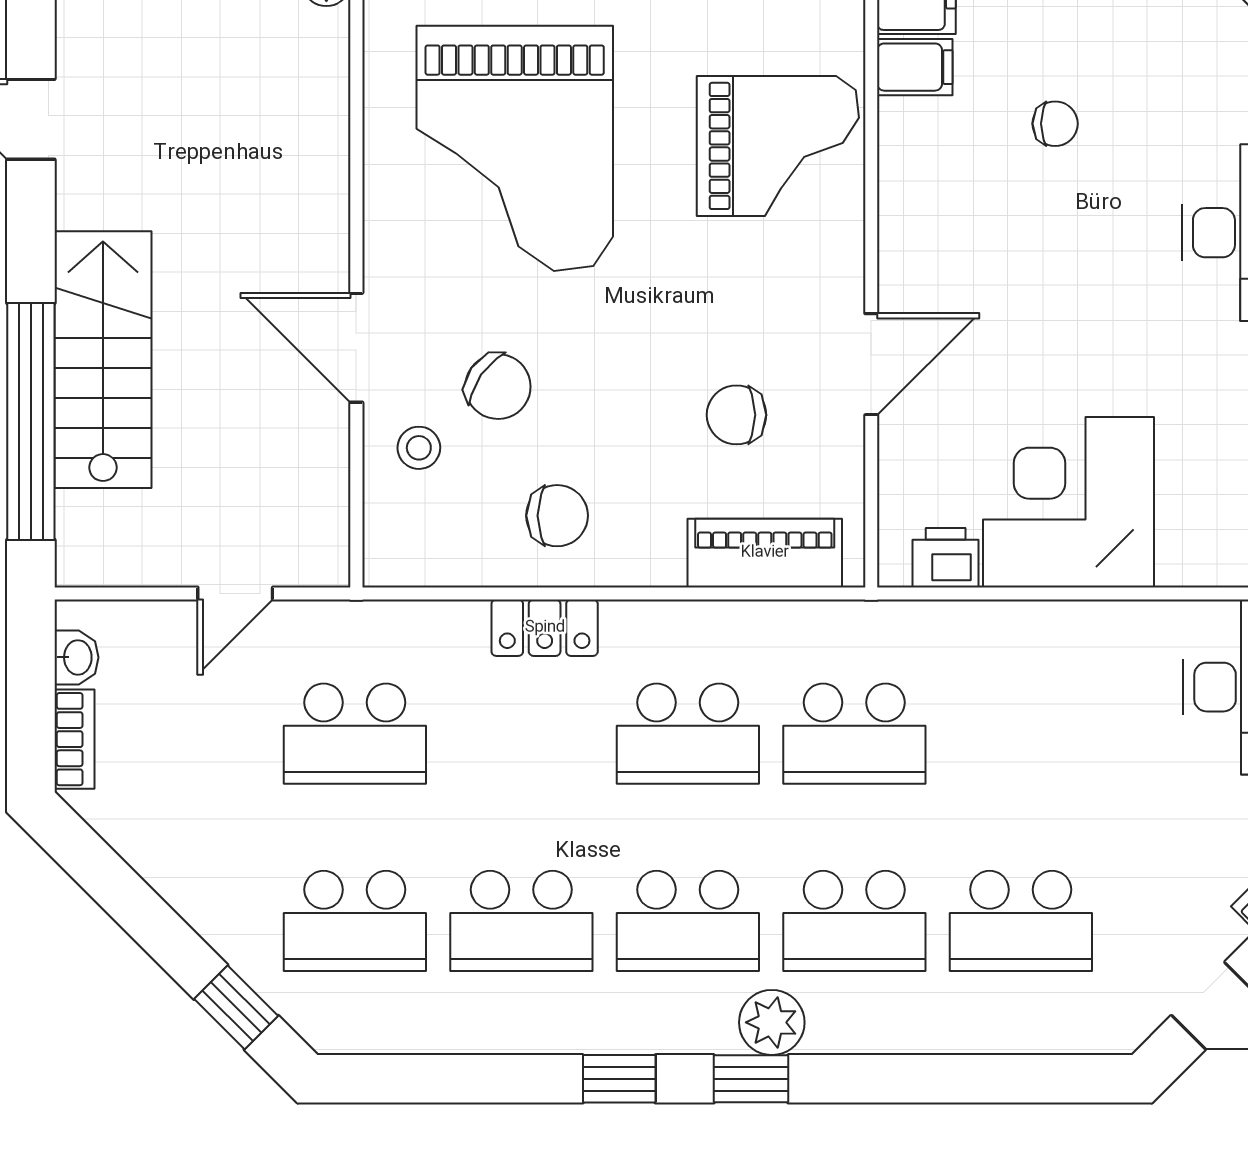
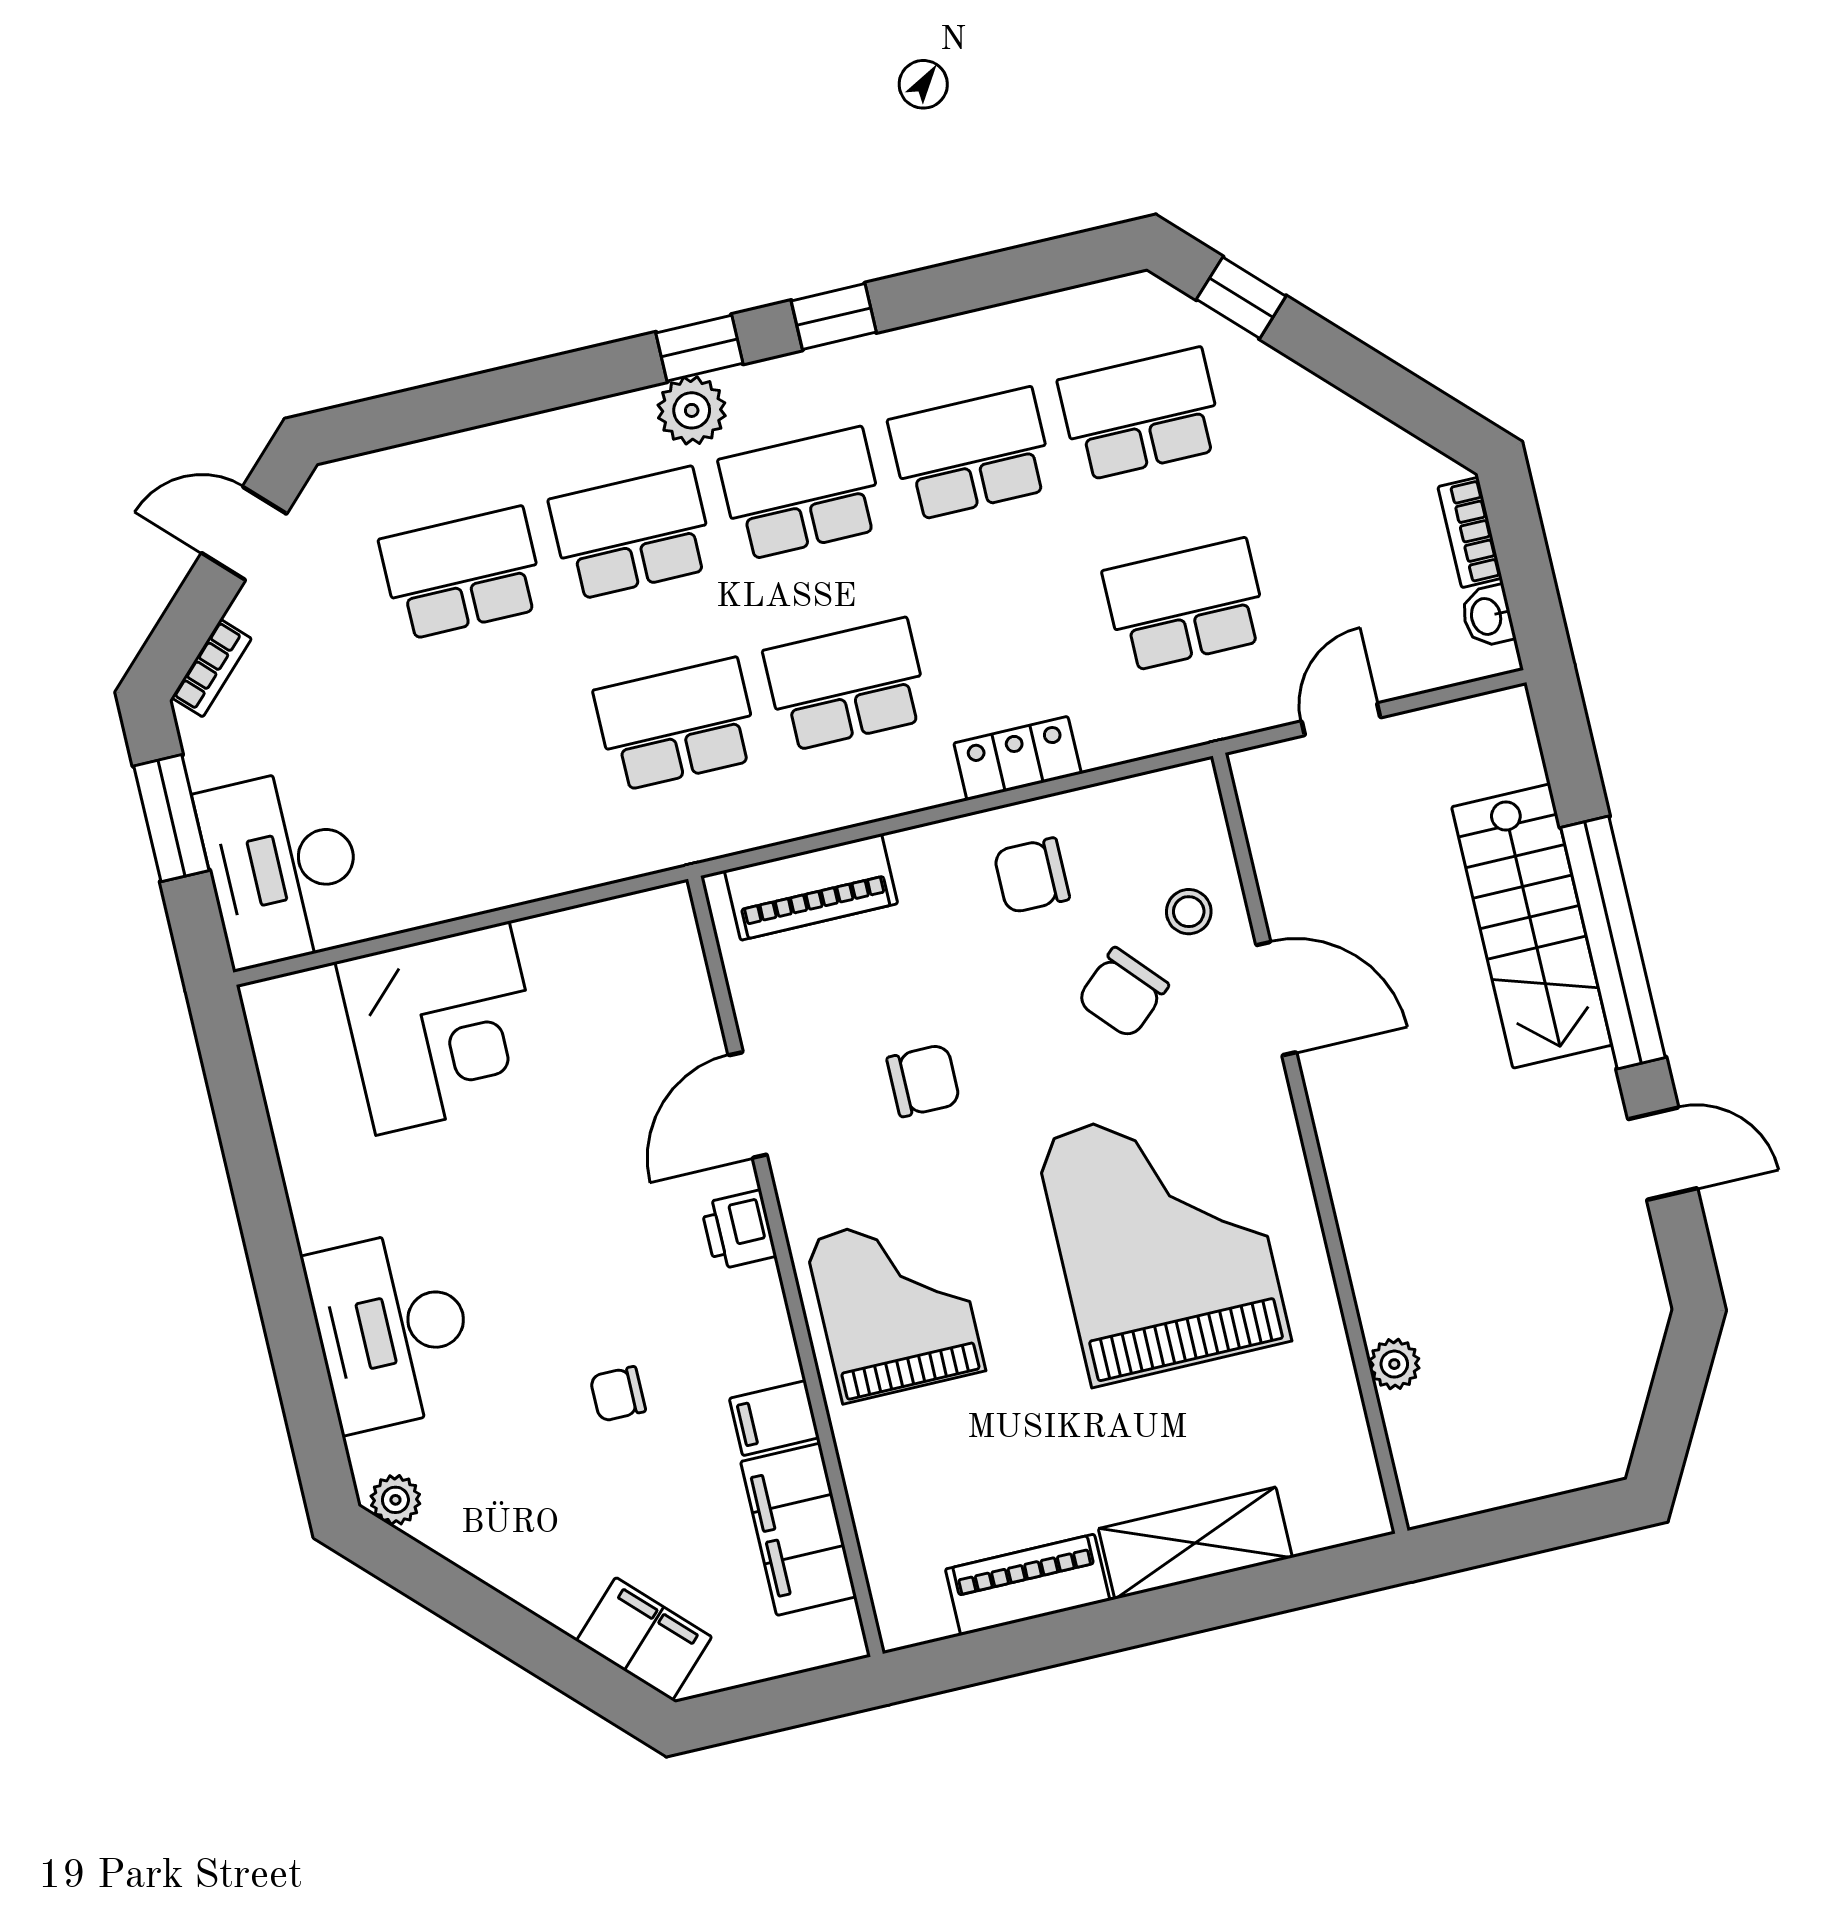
grand piano: (778, 146) -> (895, 1305), turned 90
chair: (498, 387) -> (1123, 993), turned -77
chair: (736, 415) -> (923, 1081), moved
window: (31, 422) -> (1613, 942), moved
corner desk: (1069, 502) -> (442, 1028), moved
printer: (946, 558) -> (738, 1230), moved, turned 90

